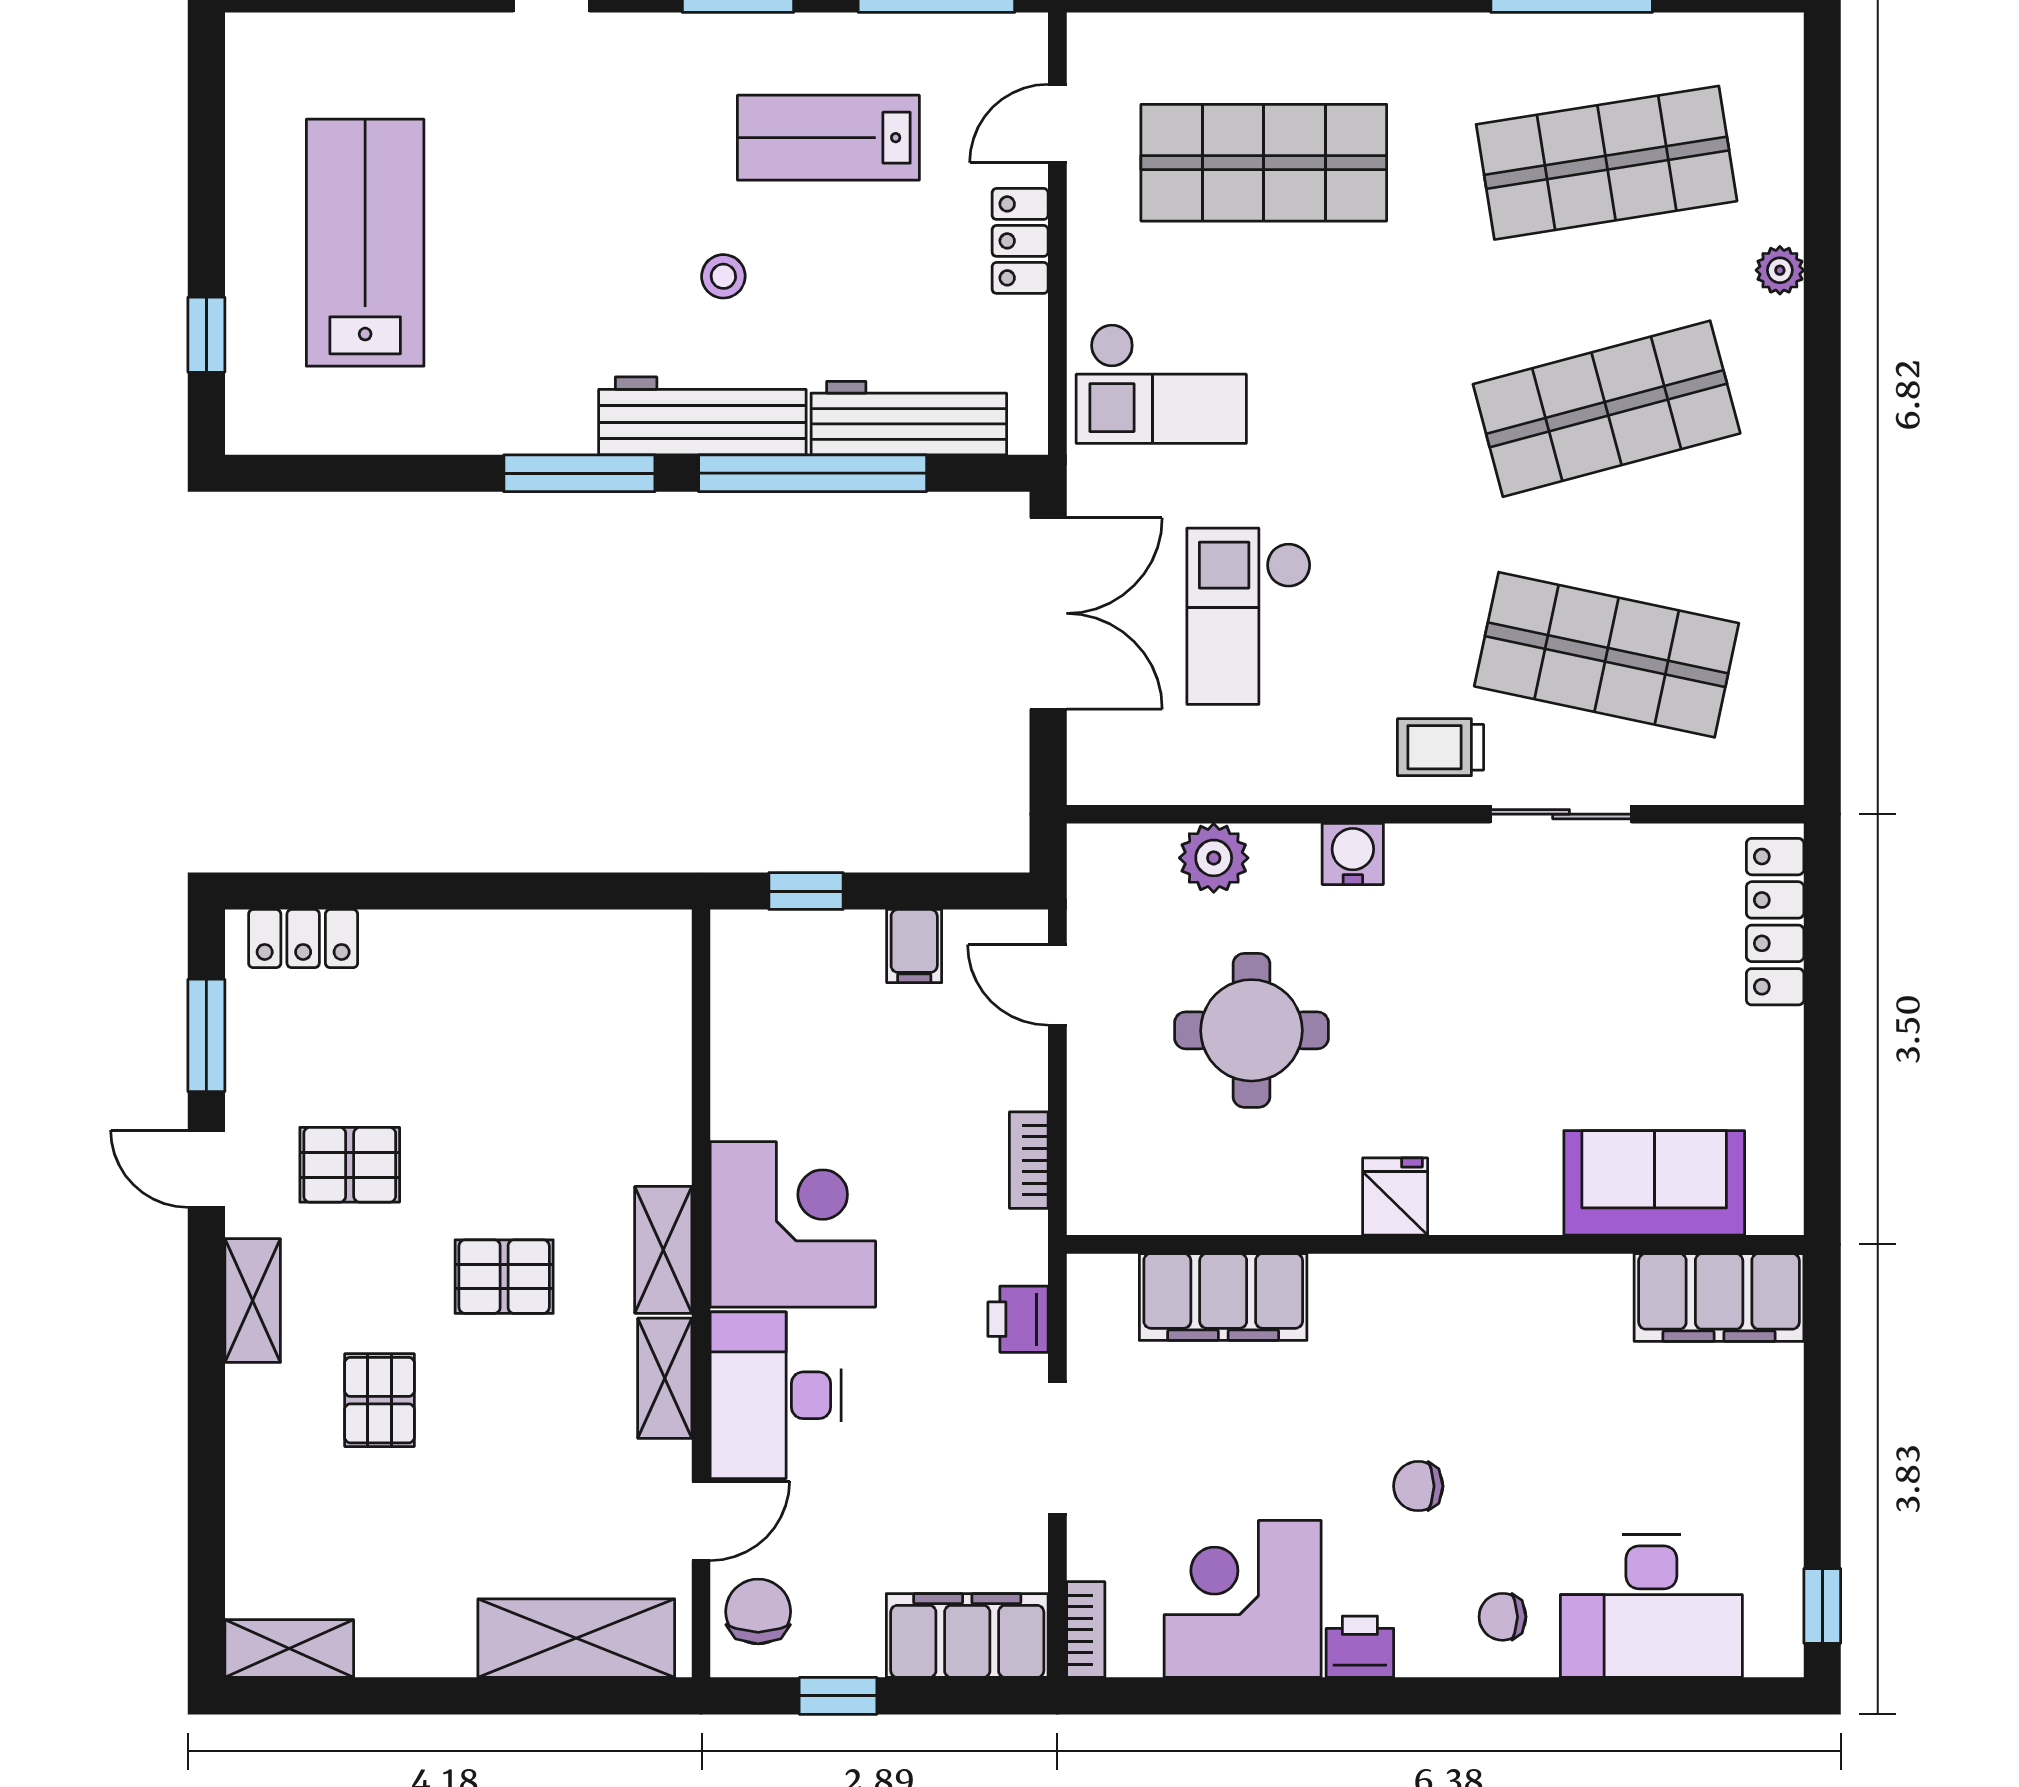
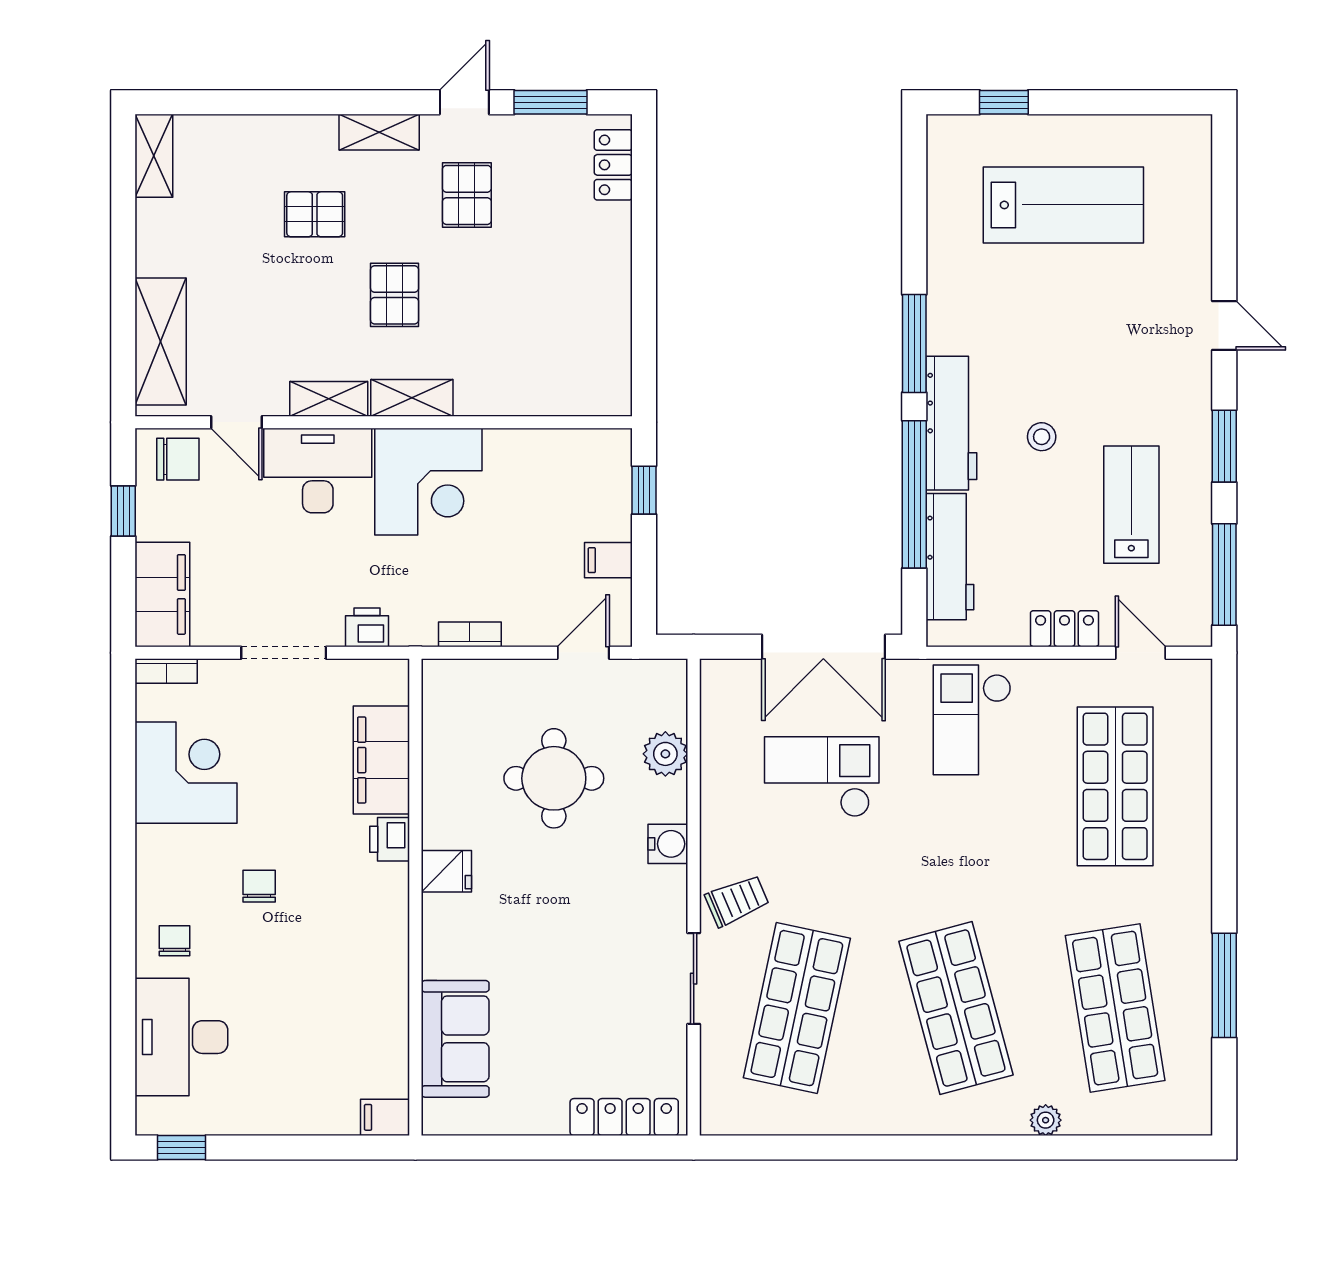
trolley: (1440, 747) -> (737, 901), turned 67
filing cabinet: (1719, 1297) -> (385, 1117), width x0.33, depth x0.86
printer: (1360, 1647) -> (390, 839), moved, turned 180

